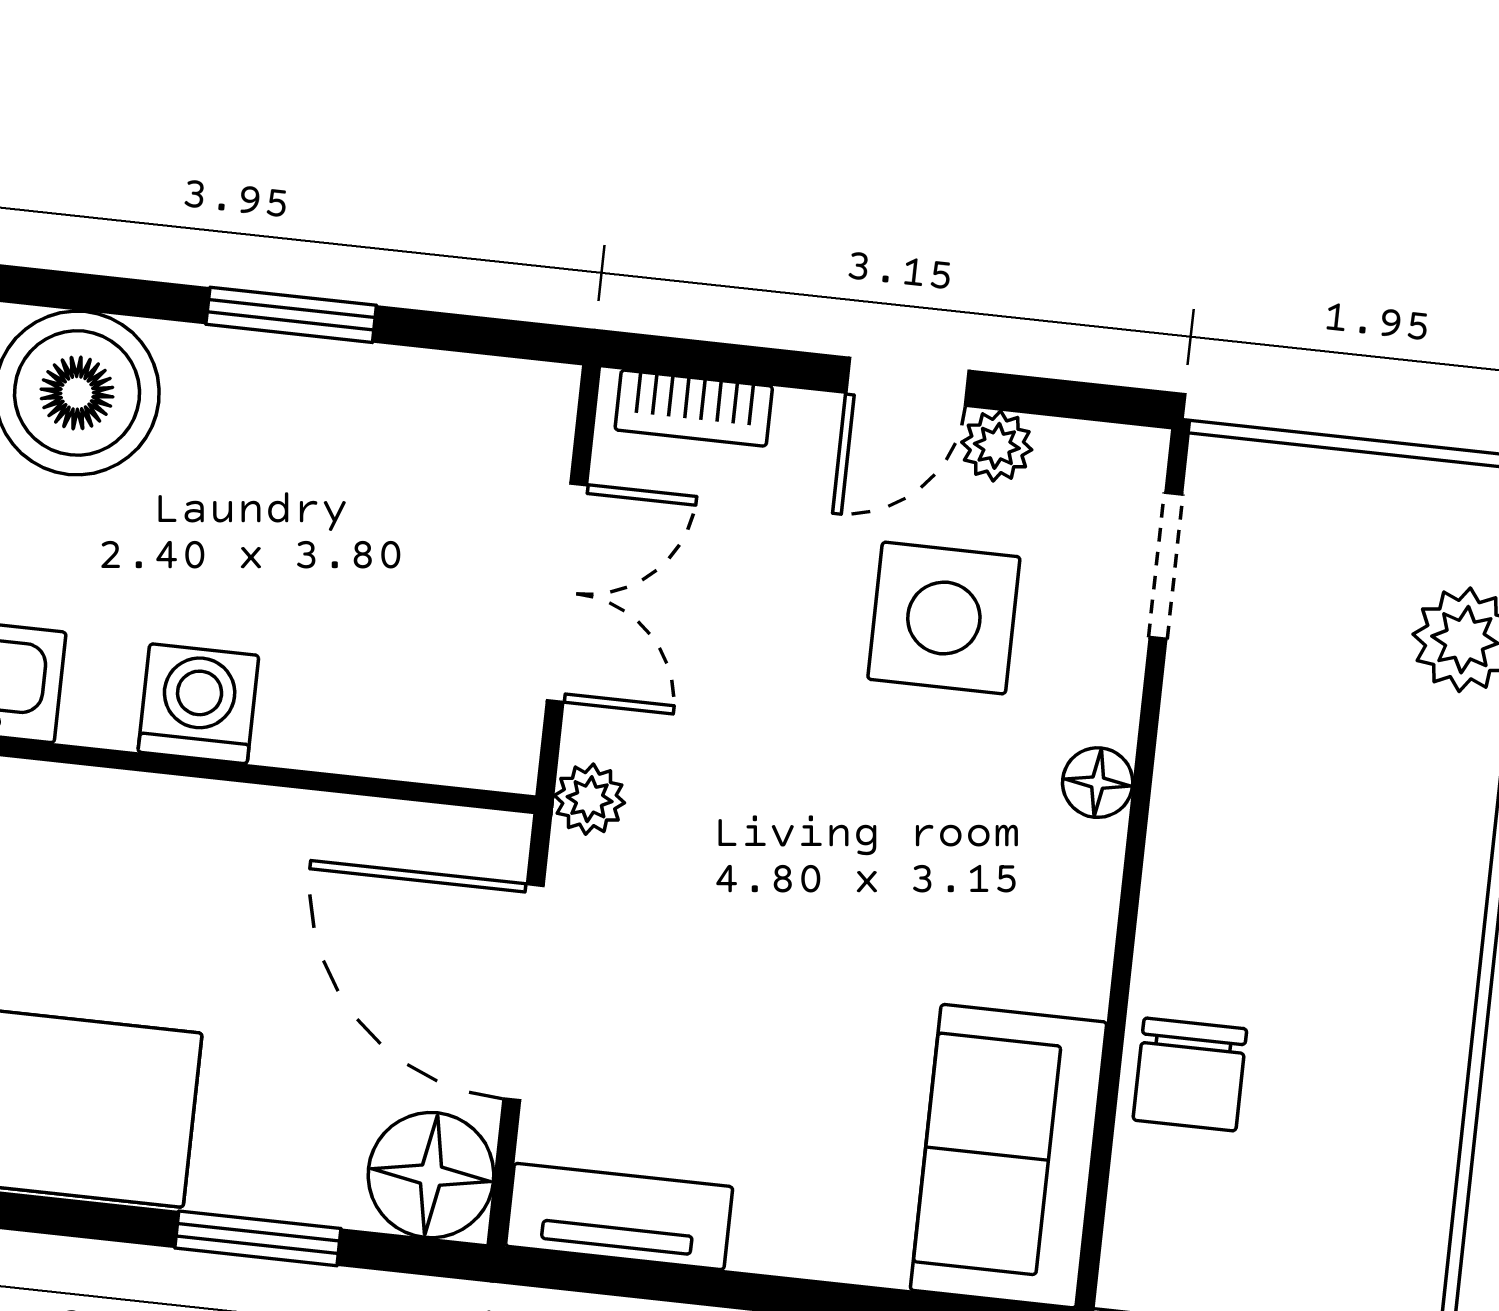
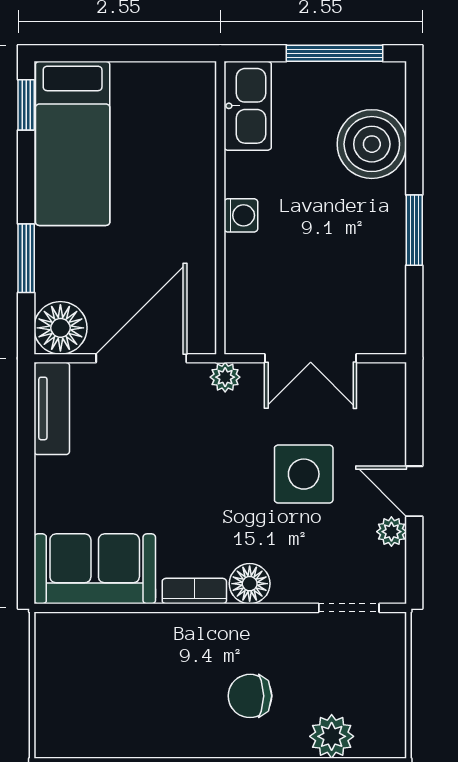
bookcase: (694, 408) -> (194, 591), moved, turned 90
side table: (944, 618) -> (304, 474), moved
washing machine: (198, 704) -> (241, 215), width x0.73, depth x0.73
floor lamp: (1098, 783) -> (250, 584), width x1.37, depth x1.37
chair: (1190, 1074) -> (250, 696), moved

